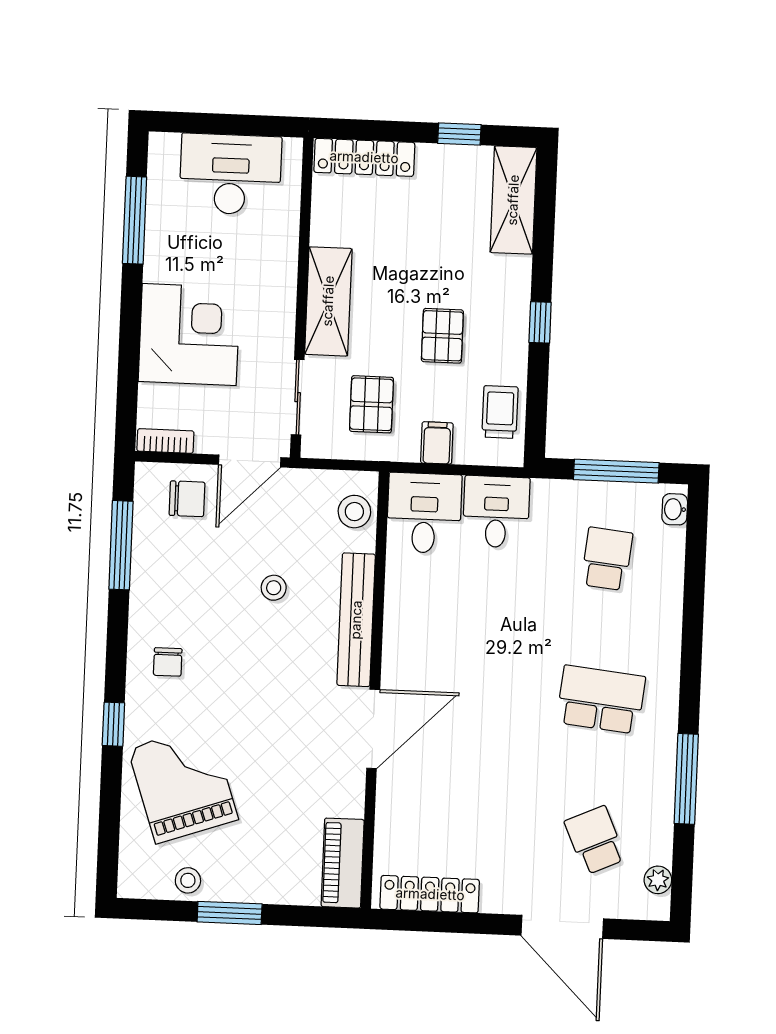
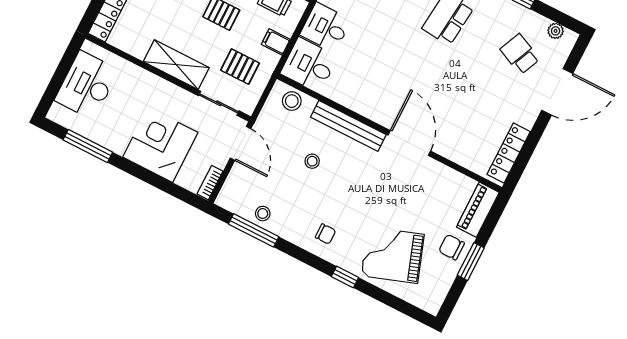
chair: (187, 499) -> (452, 247), moved, turned -90
school desk: (595, 840) -> (520, 54), turned 48
piano: (343, 863) -> (478, 210), moved, turned 90
stool: (188, 880) -> (263, 214), moved

